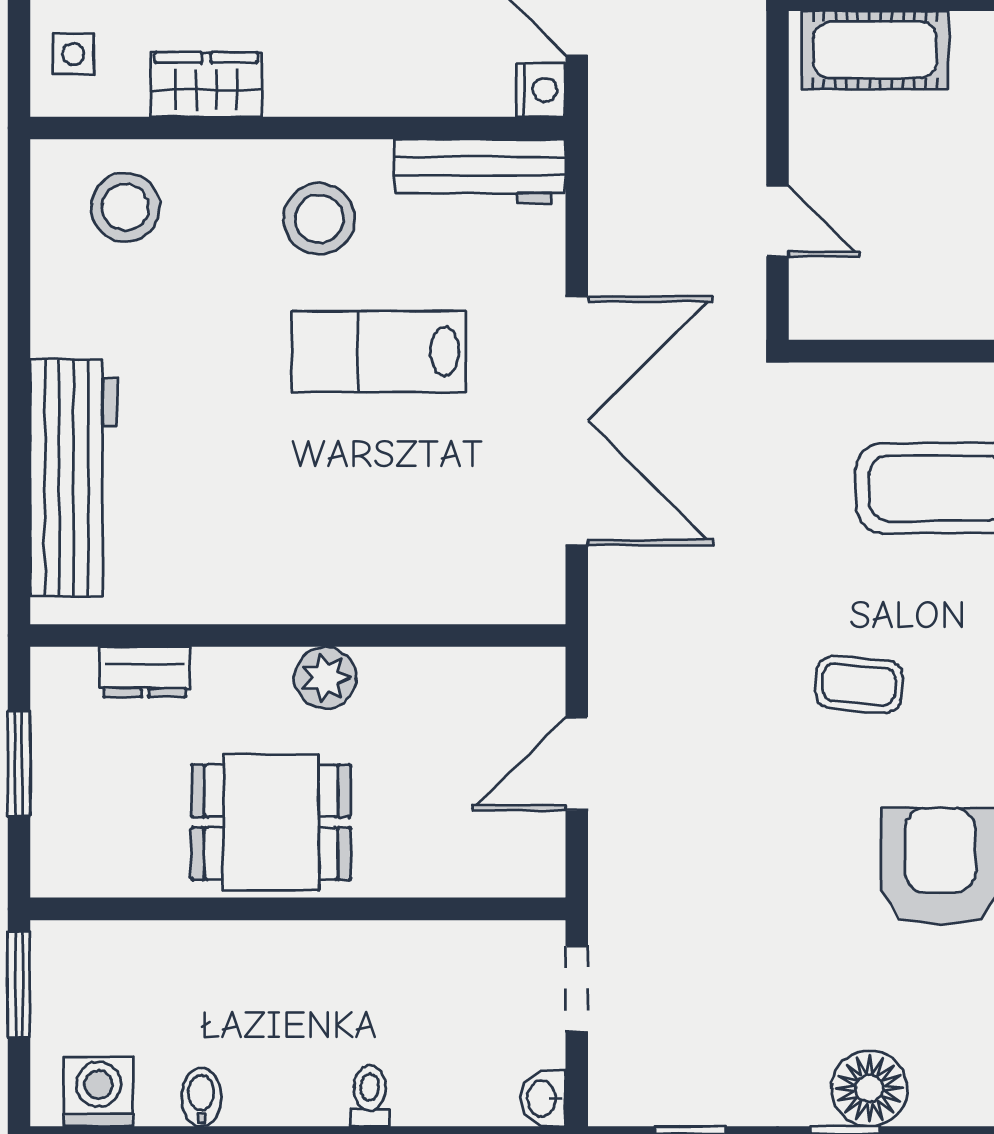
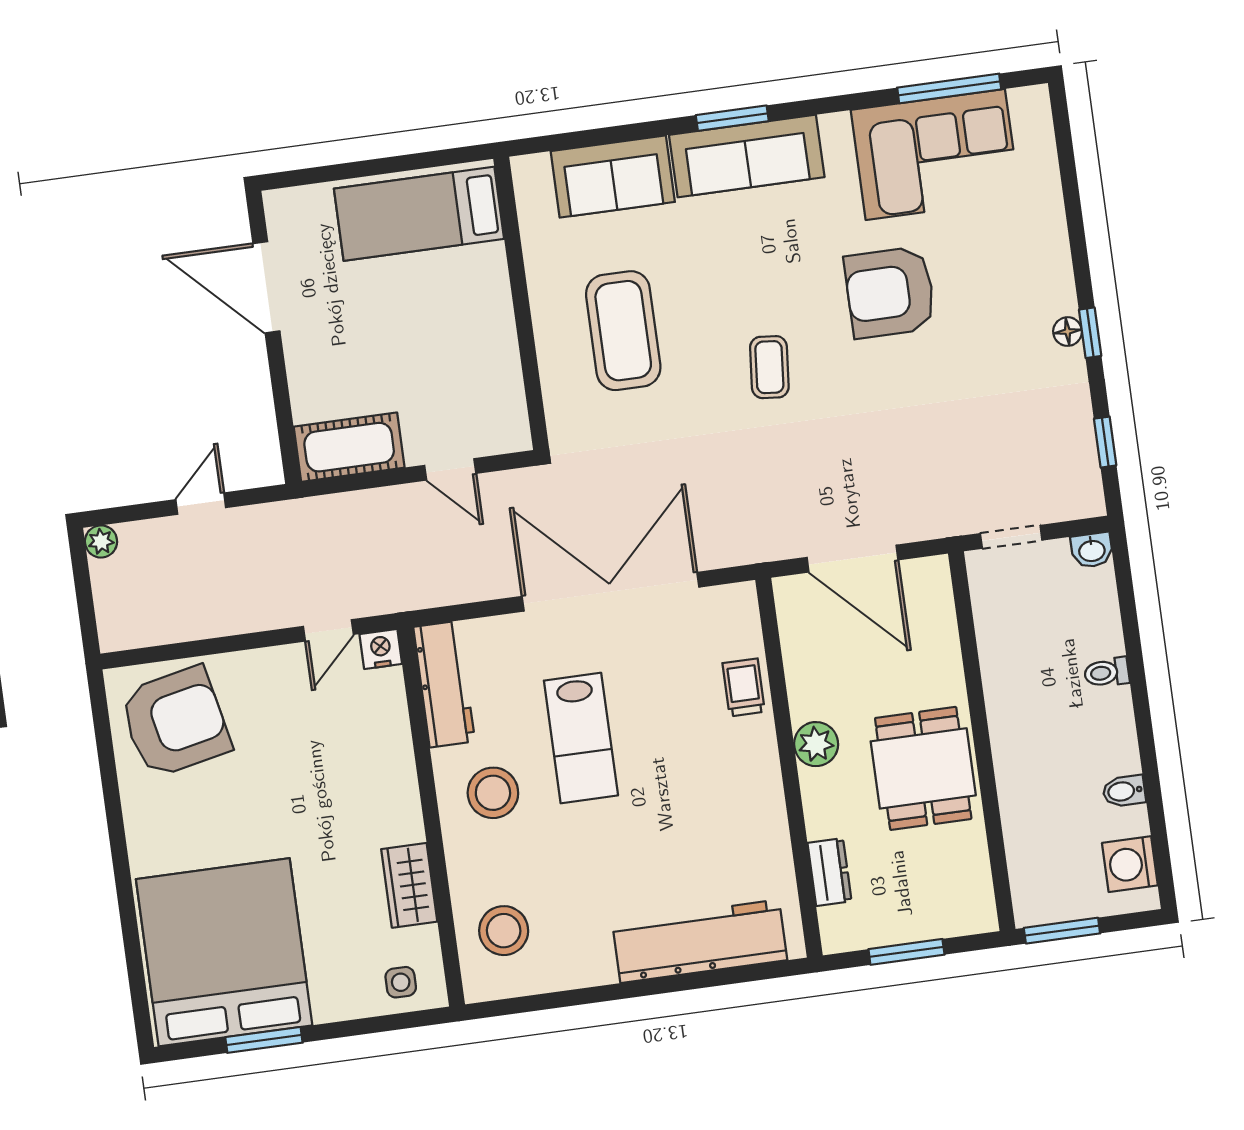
cot: (875, 50) -> (349, 447), moved, turned 90
door: (777, 221) -> (450, 469), swing flipped
trolley: (418, 588) -> (744, 687), added
door: (577, 764) -> (853, 559), width x1.36
floor lamp: (870, 1088) -> (1068, 332), width x0.53, depth x0.53

